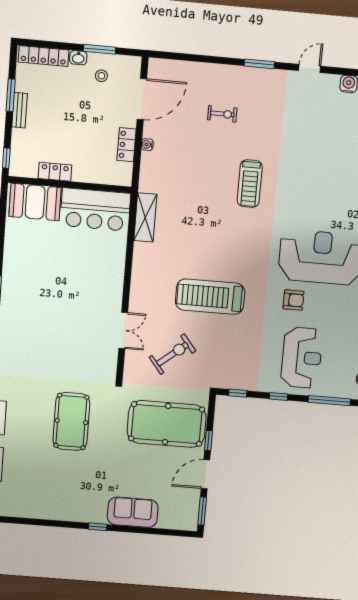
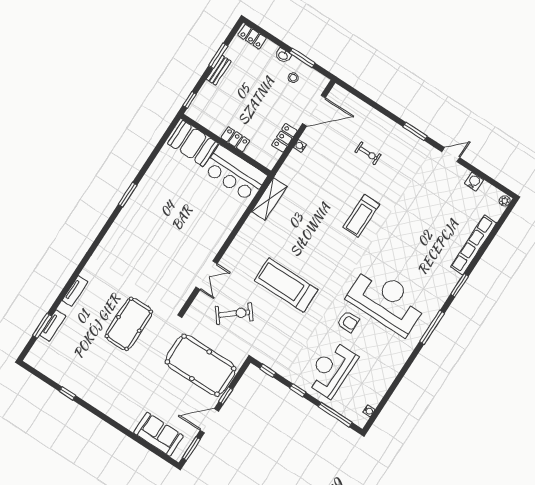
locker: (43, 56) -> (252, 37), width x0.66
locker: (55, 172) -> (235, 139), moved
reception desk: (302, 358) -> (331, 370), turned 180
sofa: (133, 512) -> (158, 434), moved
window: (98, 527) -> (67, 393), moved

